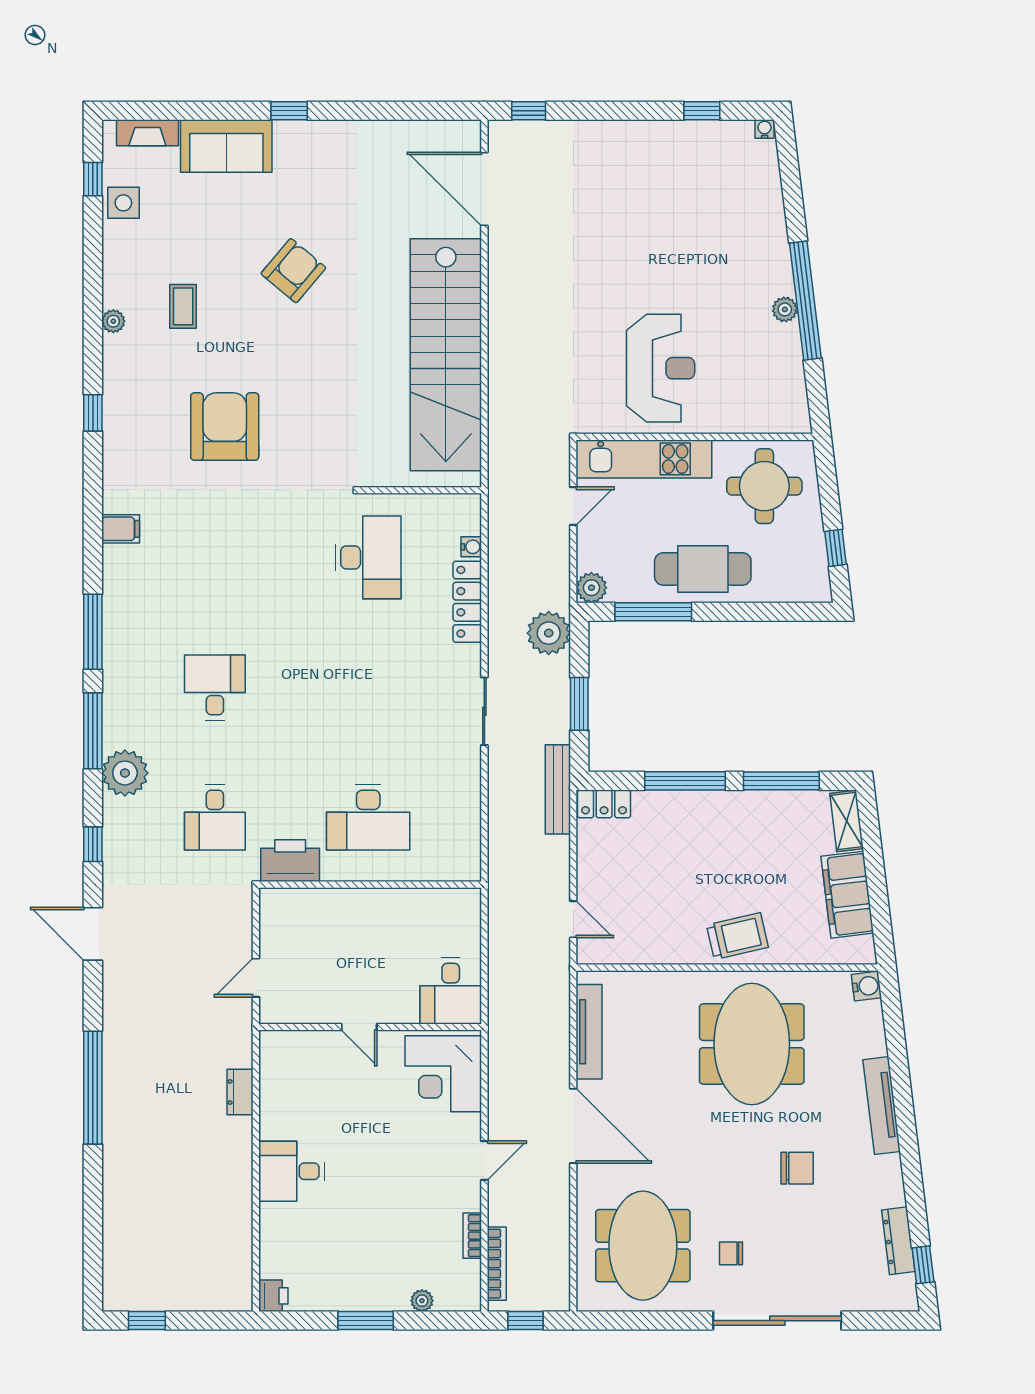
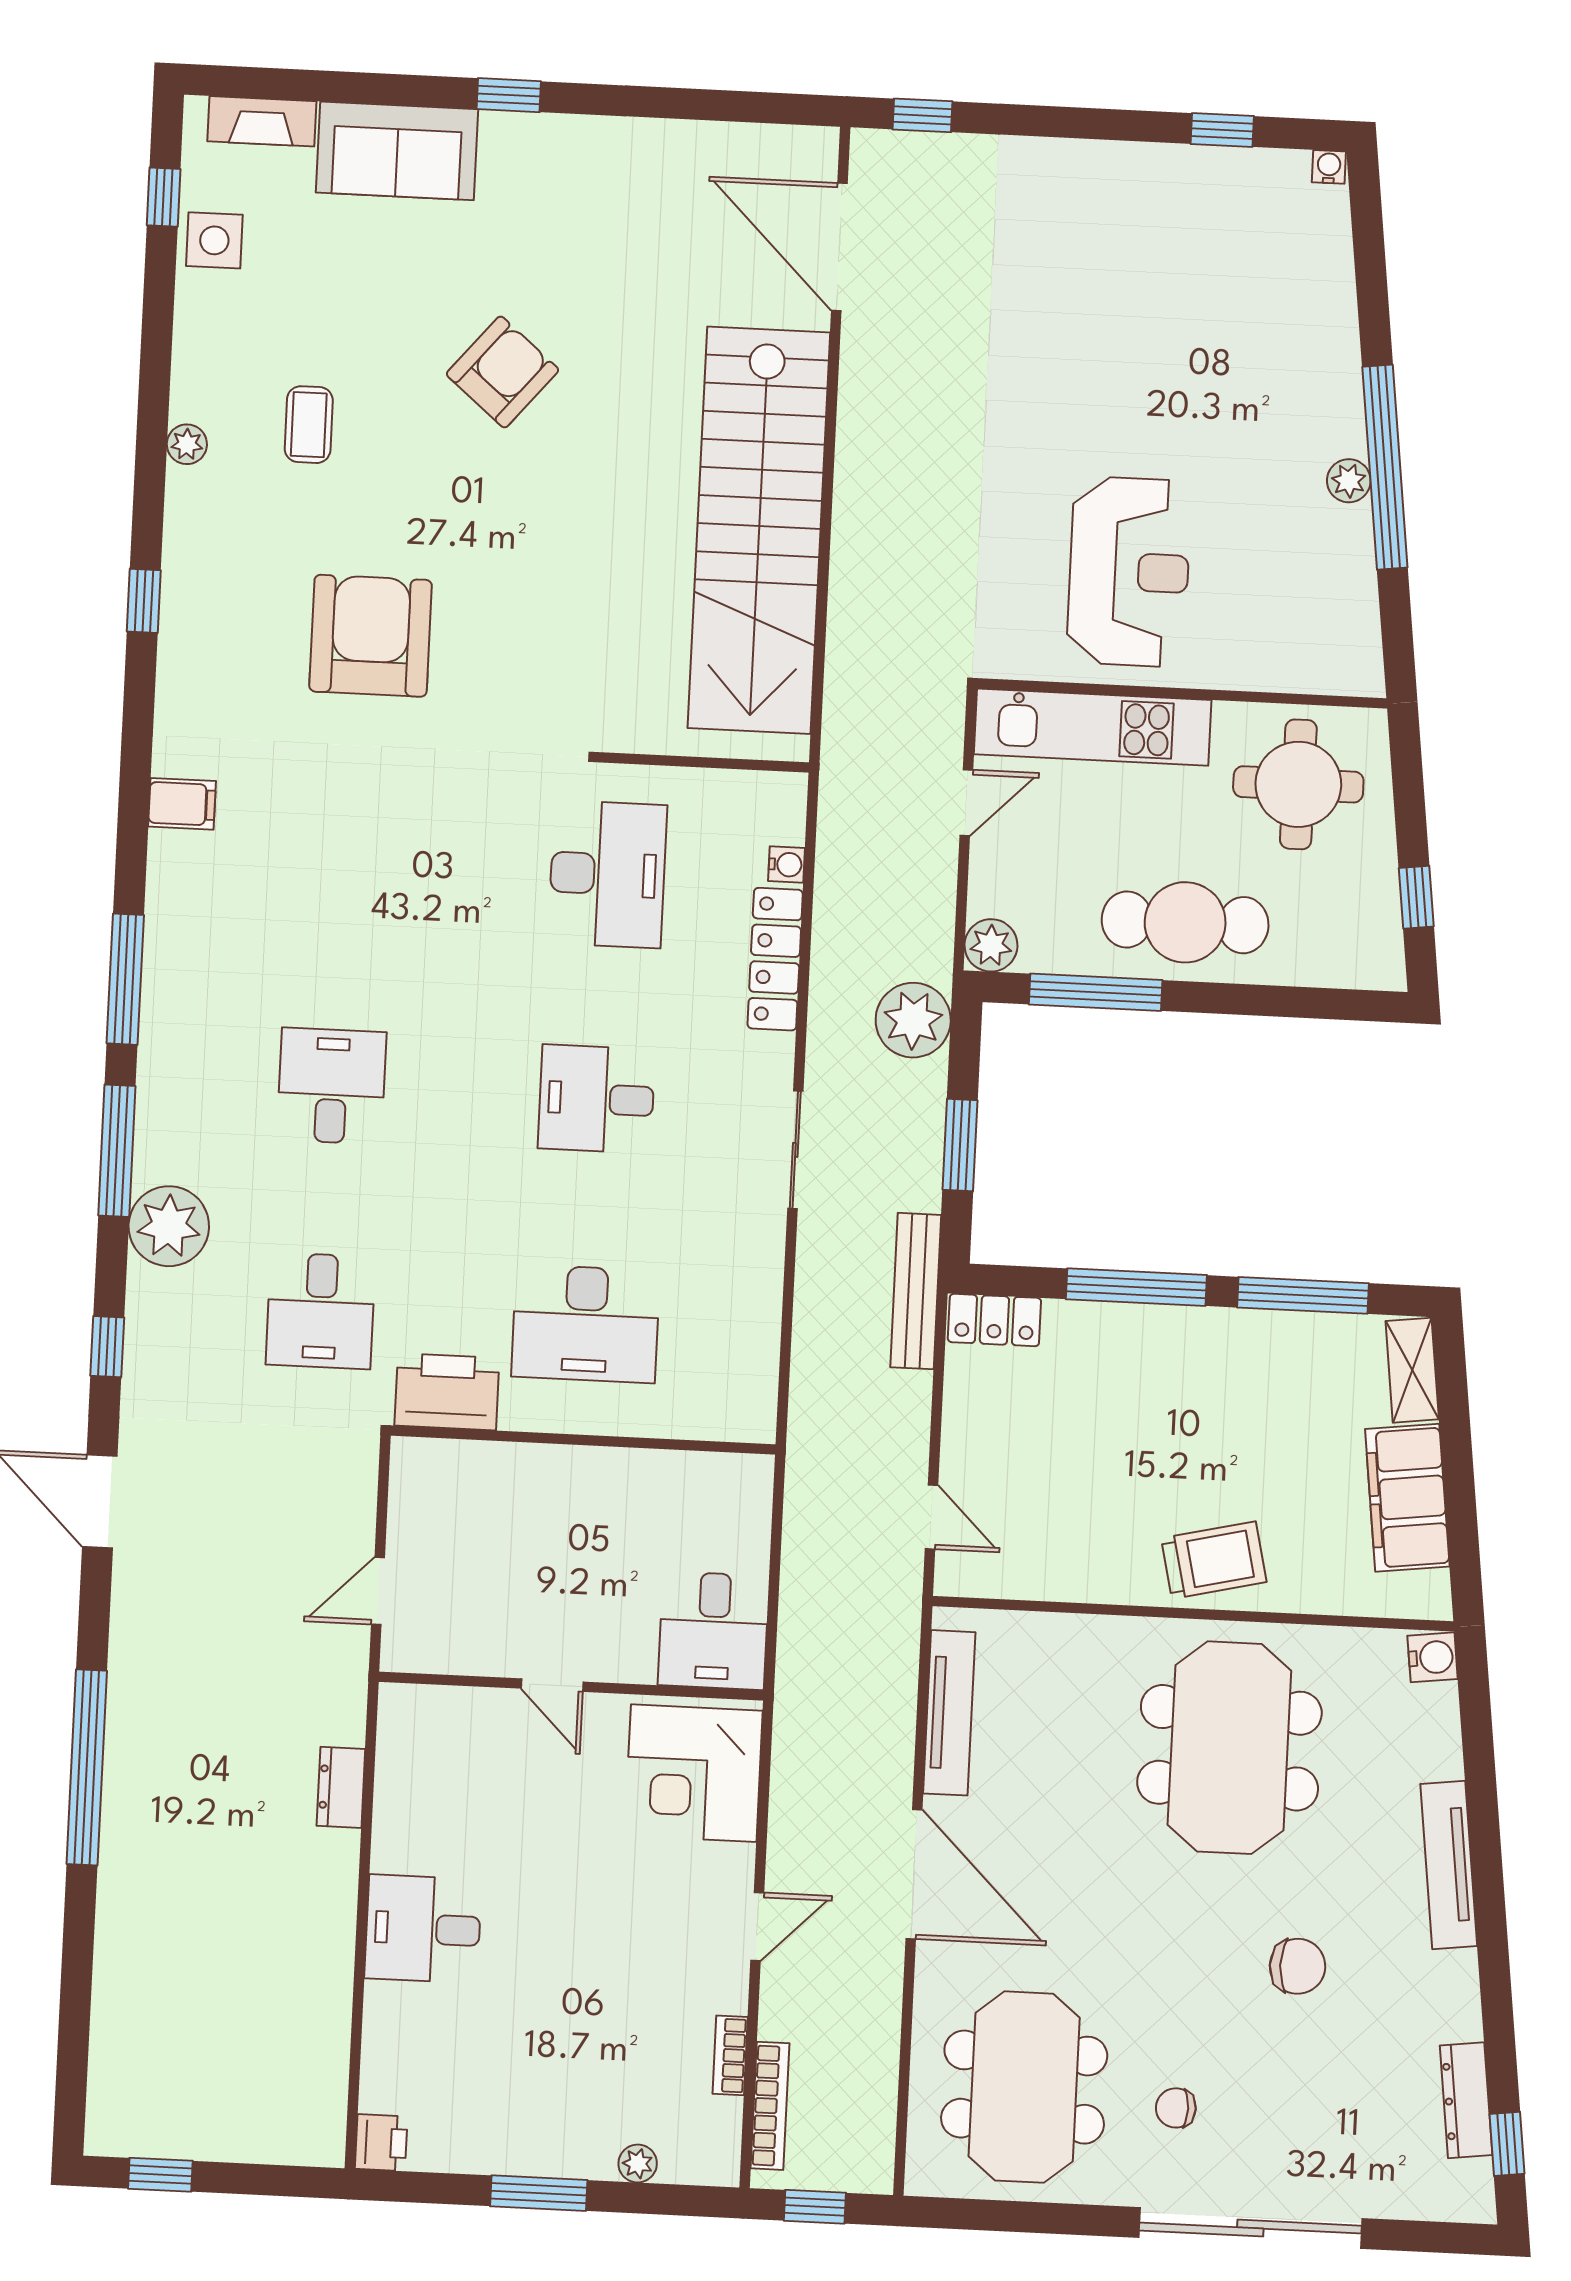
desk: (368, 687) -> (597, 1099), added

